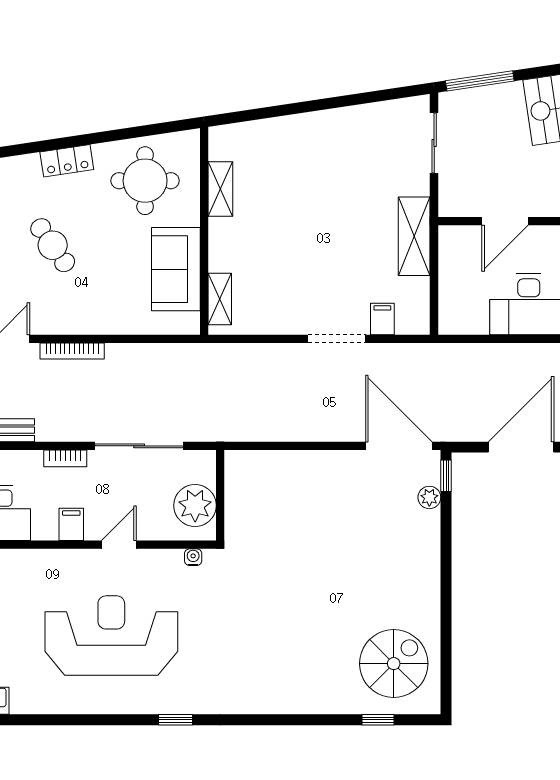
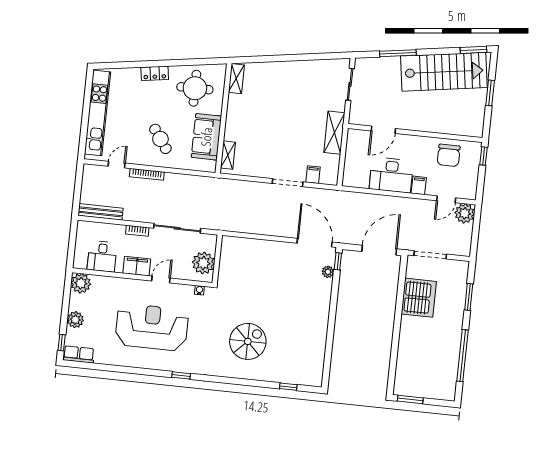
window: (480, 81) -> (398, 53), moved
shelving: (220, 189) -> (236, 79), moved
cafe table: (53, 245) -> (160, 139), moved
filing cabinet: (71, 524) -> (137, 266), width x2.00
spiral stairs: (394, 664) -> (248, 341), moved

